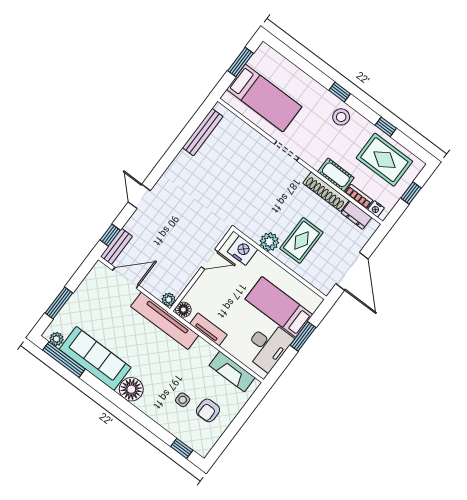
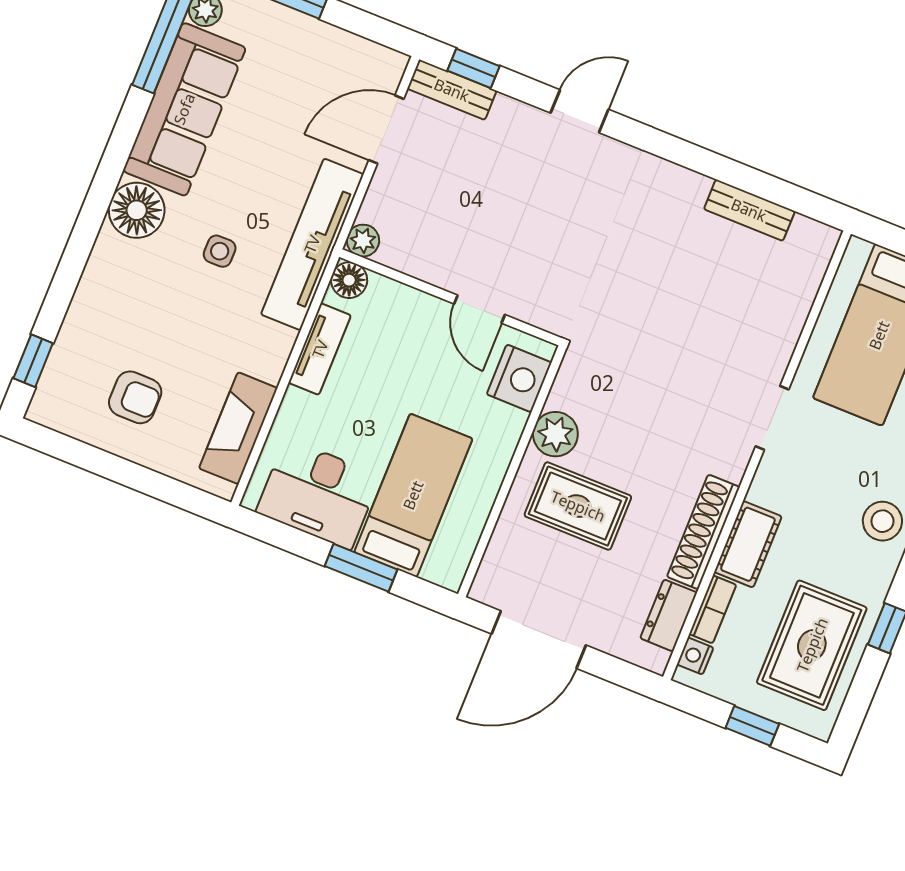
bench: (203, 132) -> (749, 210), width x0.73
door: (126, 278) -> (386, 129), swing flipped
side table: (183, 400) -> (220, 251), moved
armchair: (208, 410) -> (135, 397), turned 180

